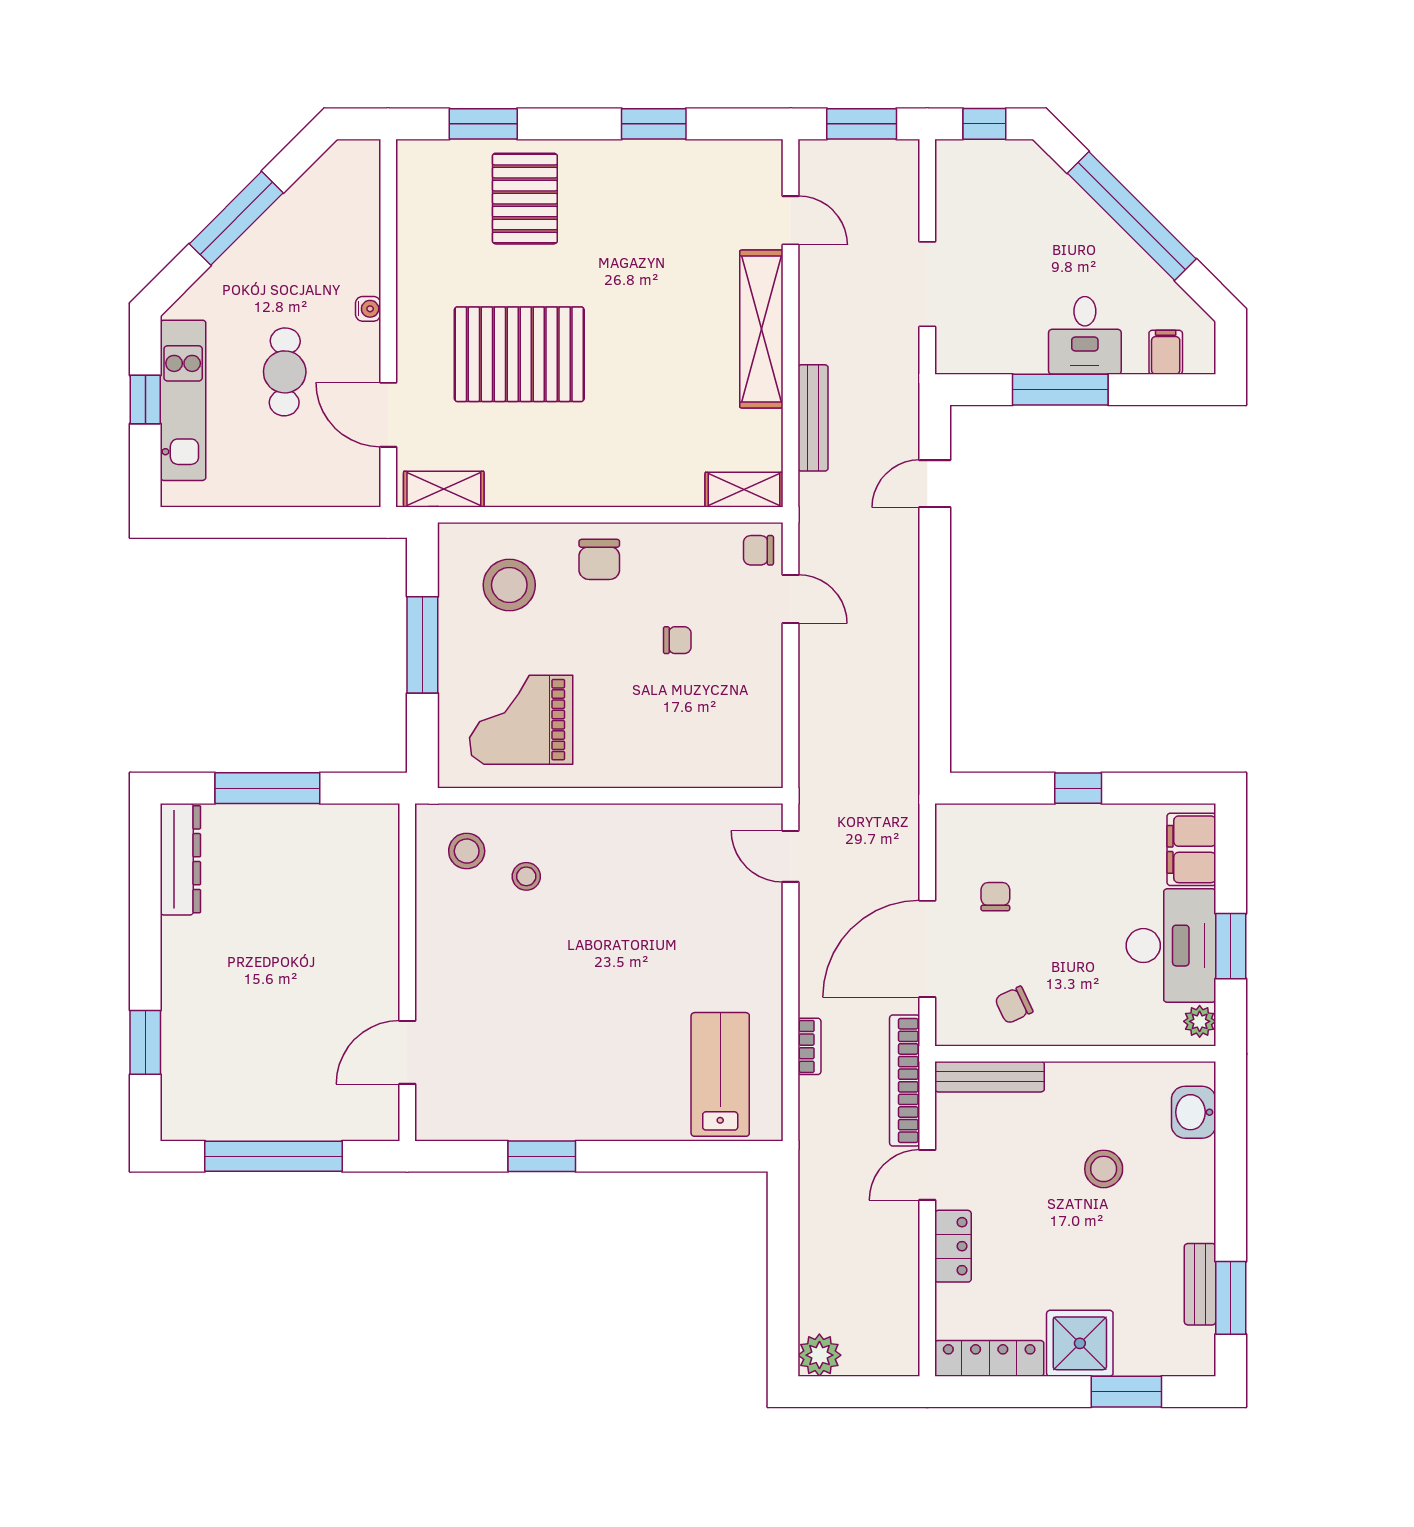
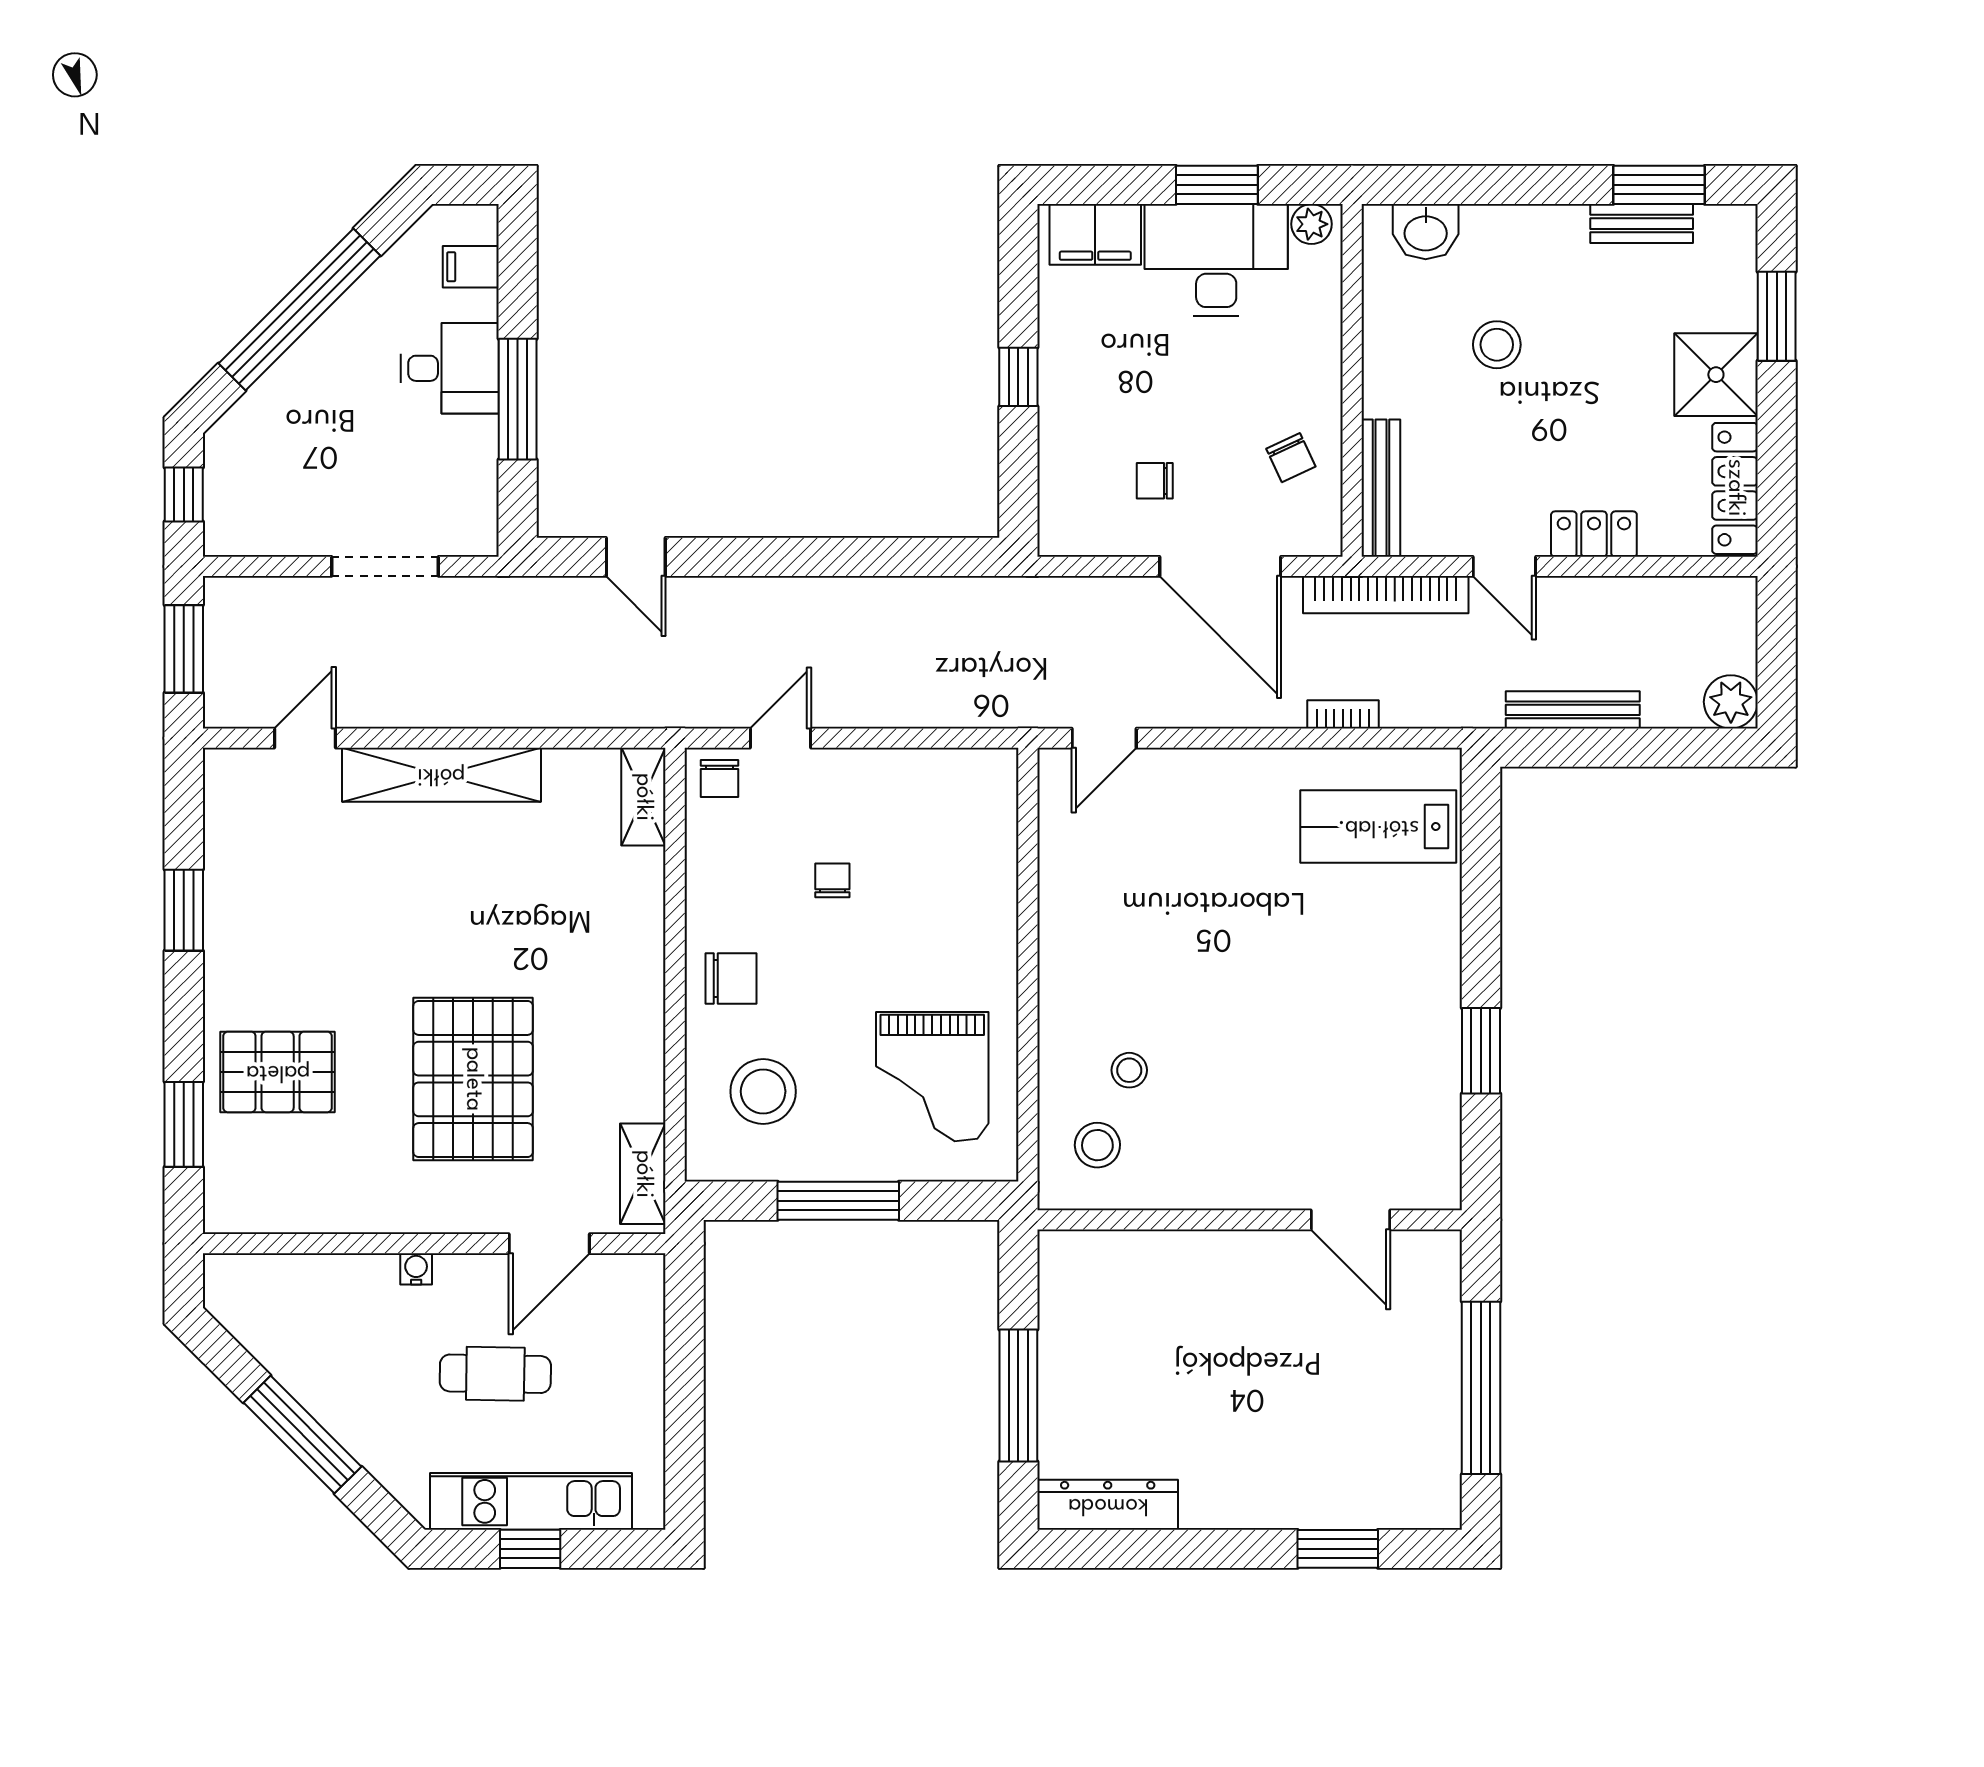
bench: (813, 418) -> (1573, 710), moved

